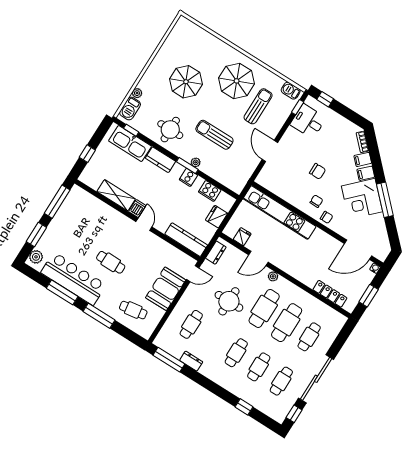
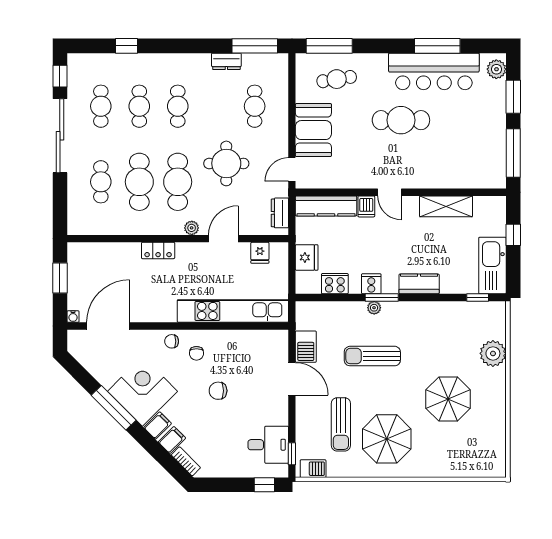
plant: (137, 93) -> (493, 353), width x1.87, depth x1.87
barbecue: (130, 108) -> (306, 347), moved, turned 180
round table: (170, 130) -> (430, 328), removed
sun lounger: (214, 135) -> (372, 356), turned 180
kitchen sink: (130, 144) -> (492, 265), moved, turned -90
dishwasher: (137, 208) -> (366, 206), moved
cafe table: (111, 262) -> (401, 120), width x1.37, depth x1.35
locker: (330, 294) -> (158, 250), moved, width x0.66
window: (99, 316) -> (329, 46), moved

